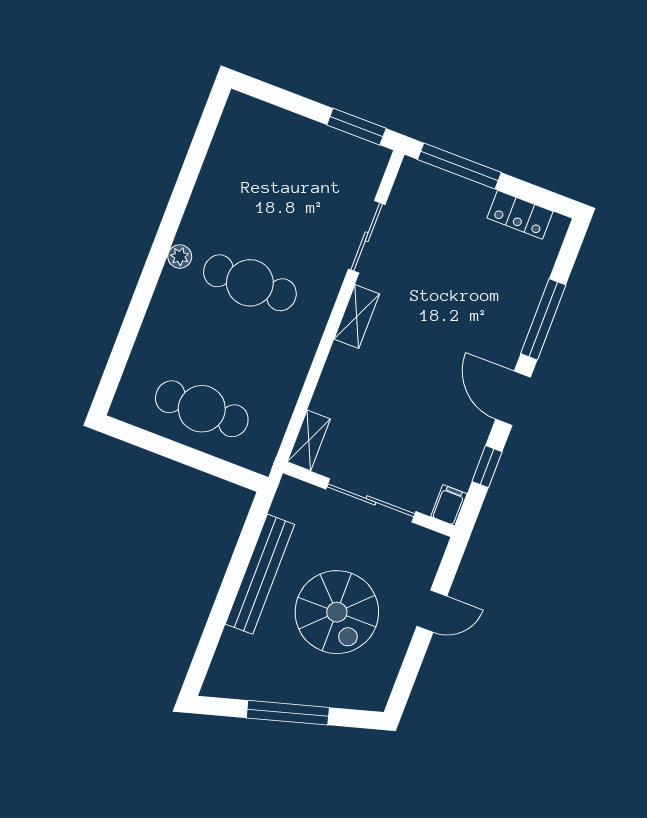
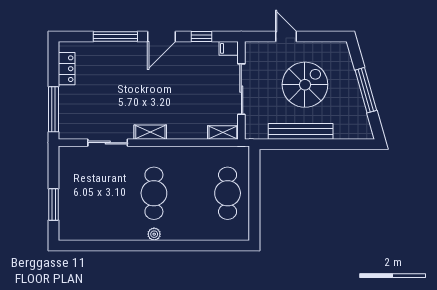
window: (356, 127) -> (53, 204), moved

